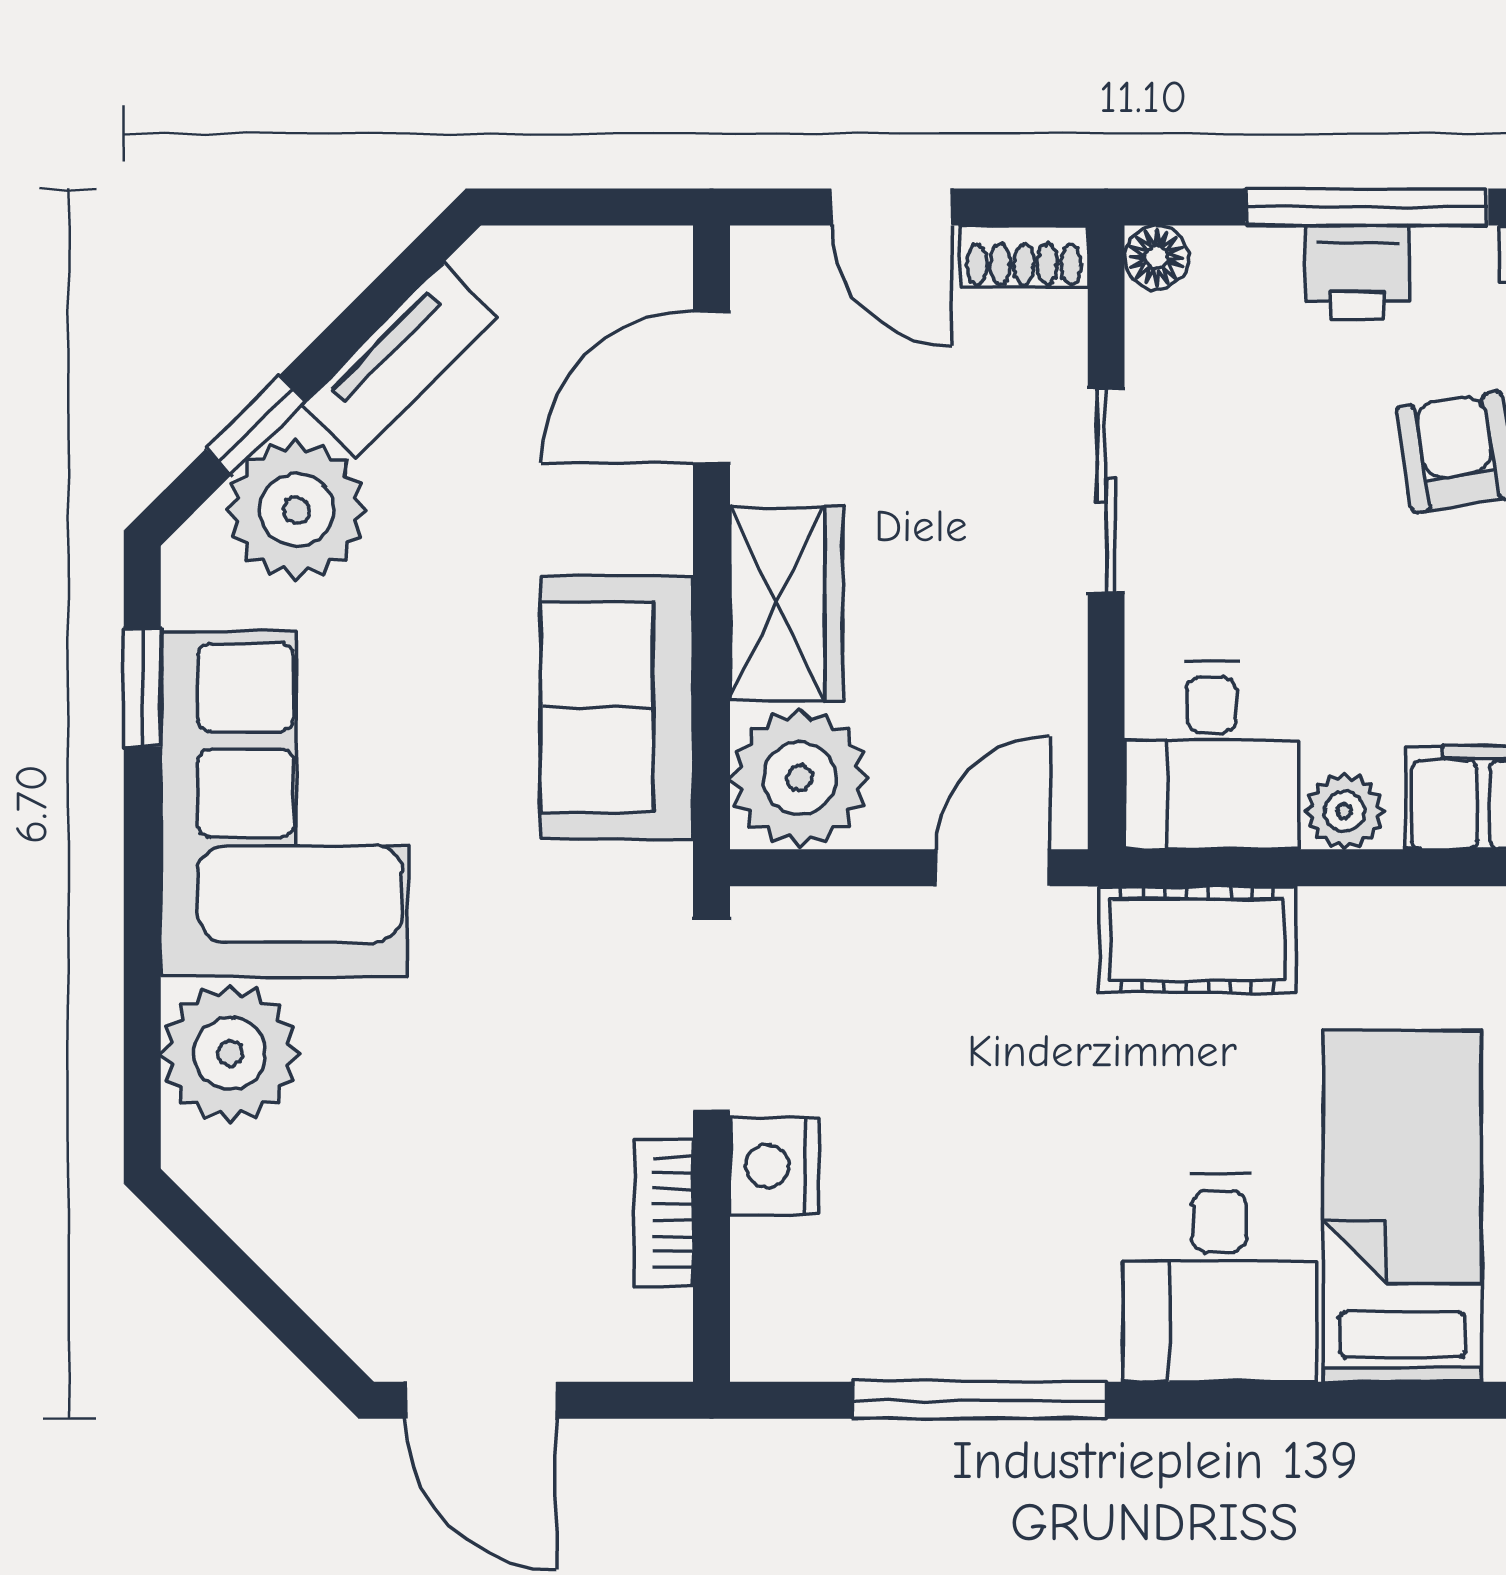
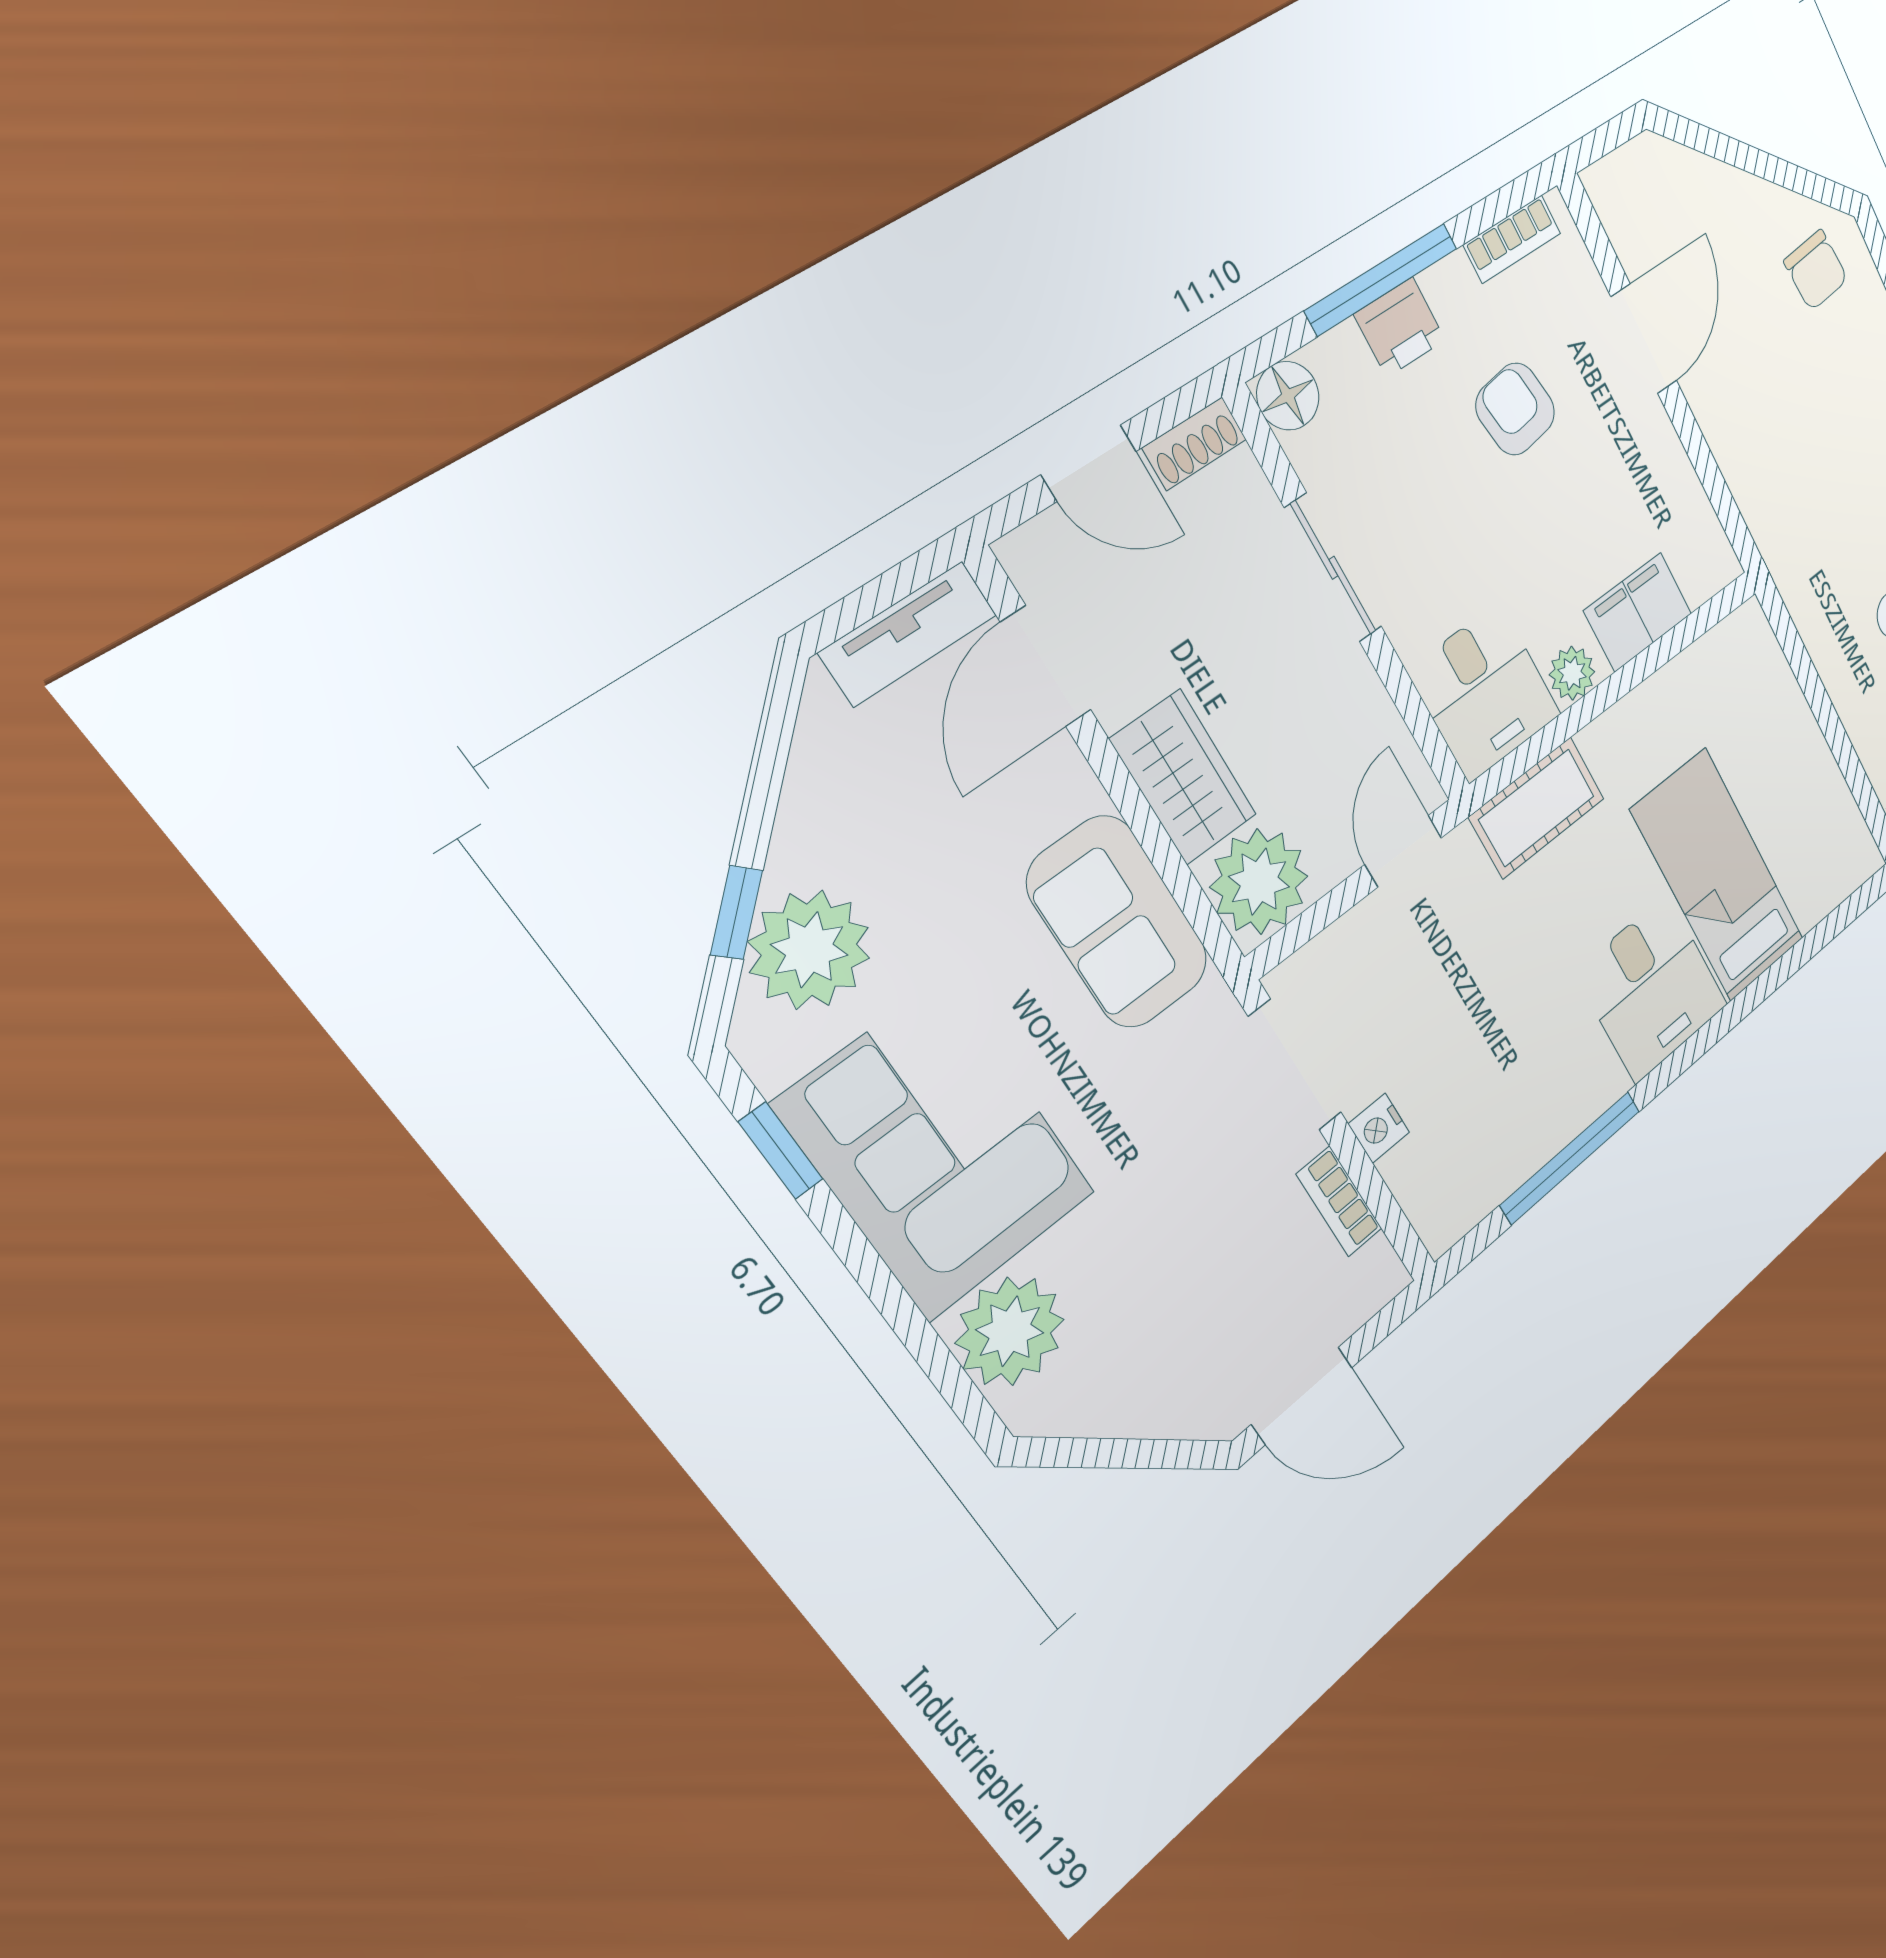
floor lamp: (1156, 257) -> (1288, 396), width x1.37, depth x1.37
tv unit: (400, 361) -> (908, 634), moved, turned 45
nightstand: (775, 1166) -> (1379, 1128), width x0.72, depth x0.74

